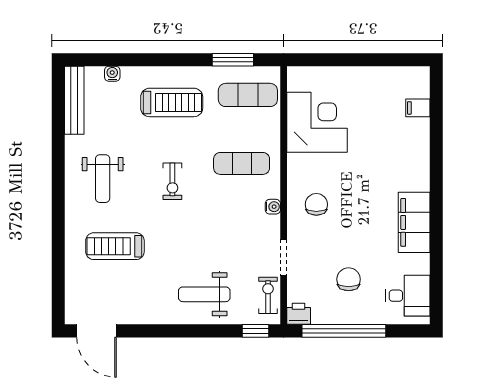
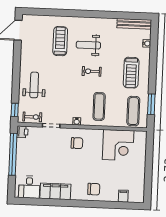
weight bench: (103, 179) -> (88, 45), moved
filing cabinet: (414, 222) -> (55, 191), moved
chair: (349, 279) -> (94, 189), moved

